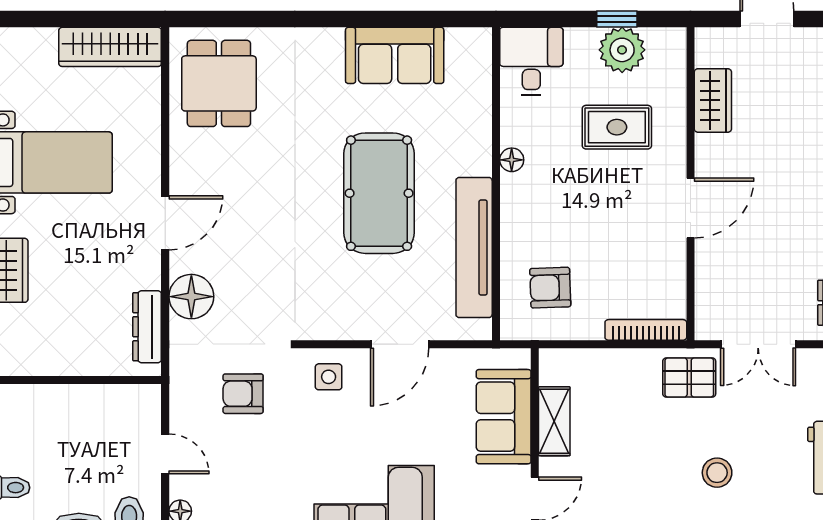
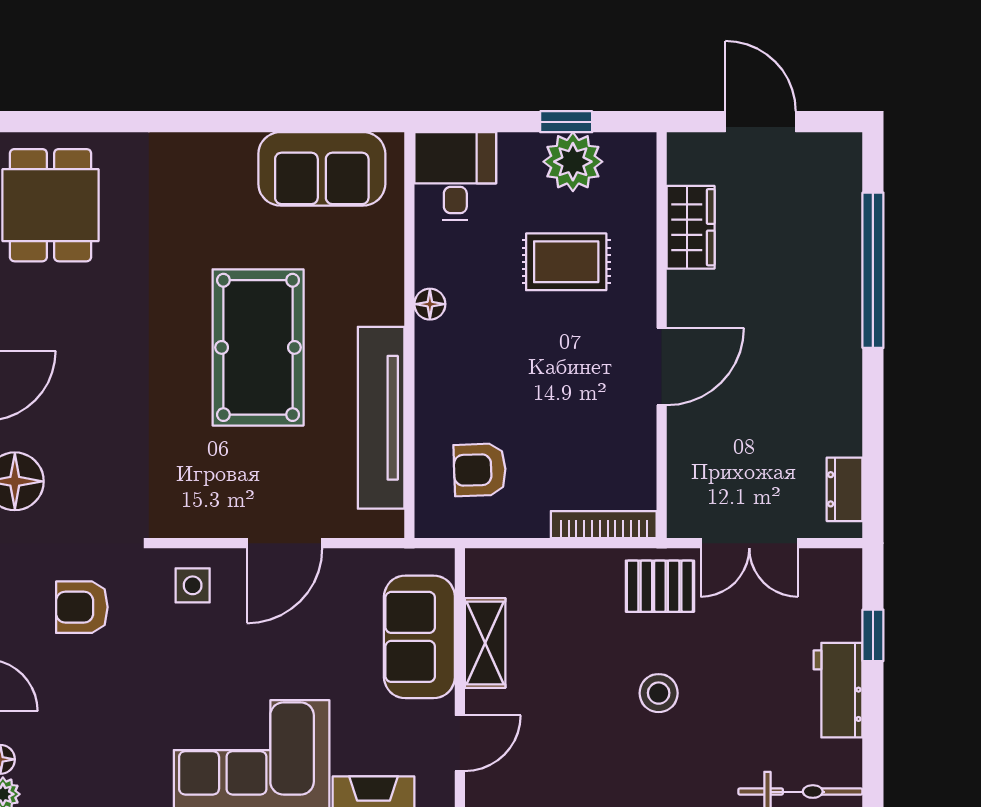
sofa: (395, 55) -> (322, 169), moved
stool: (717, 473) -> (659, 693), moved

